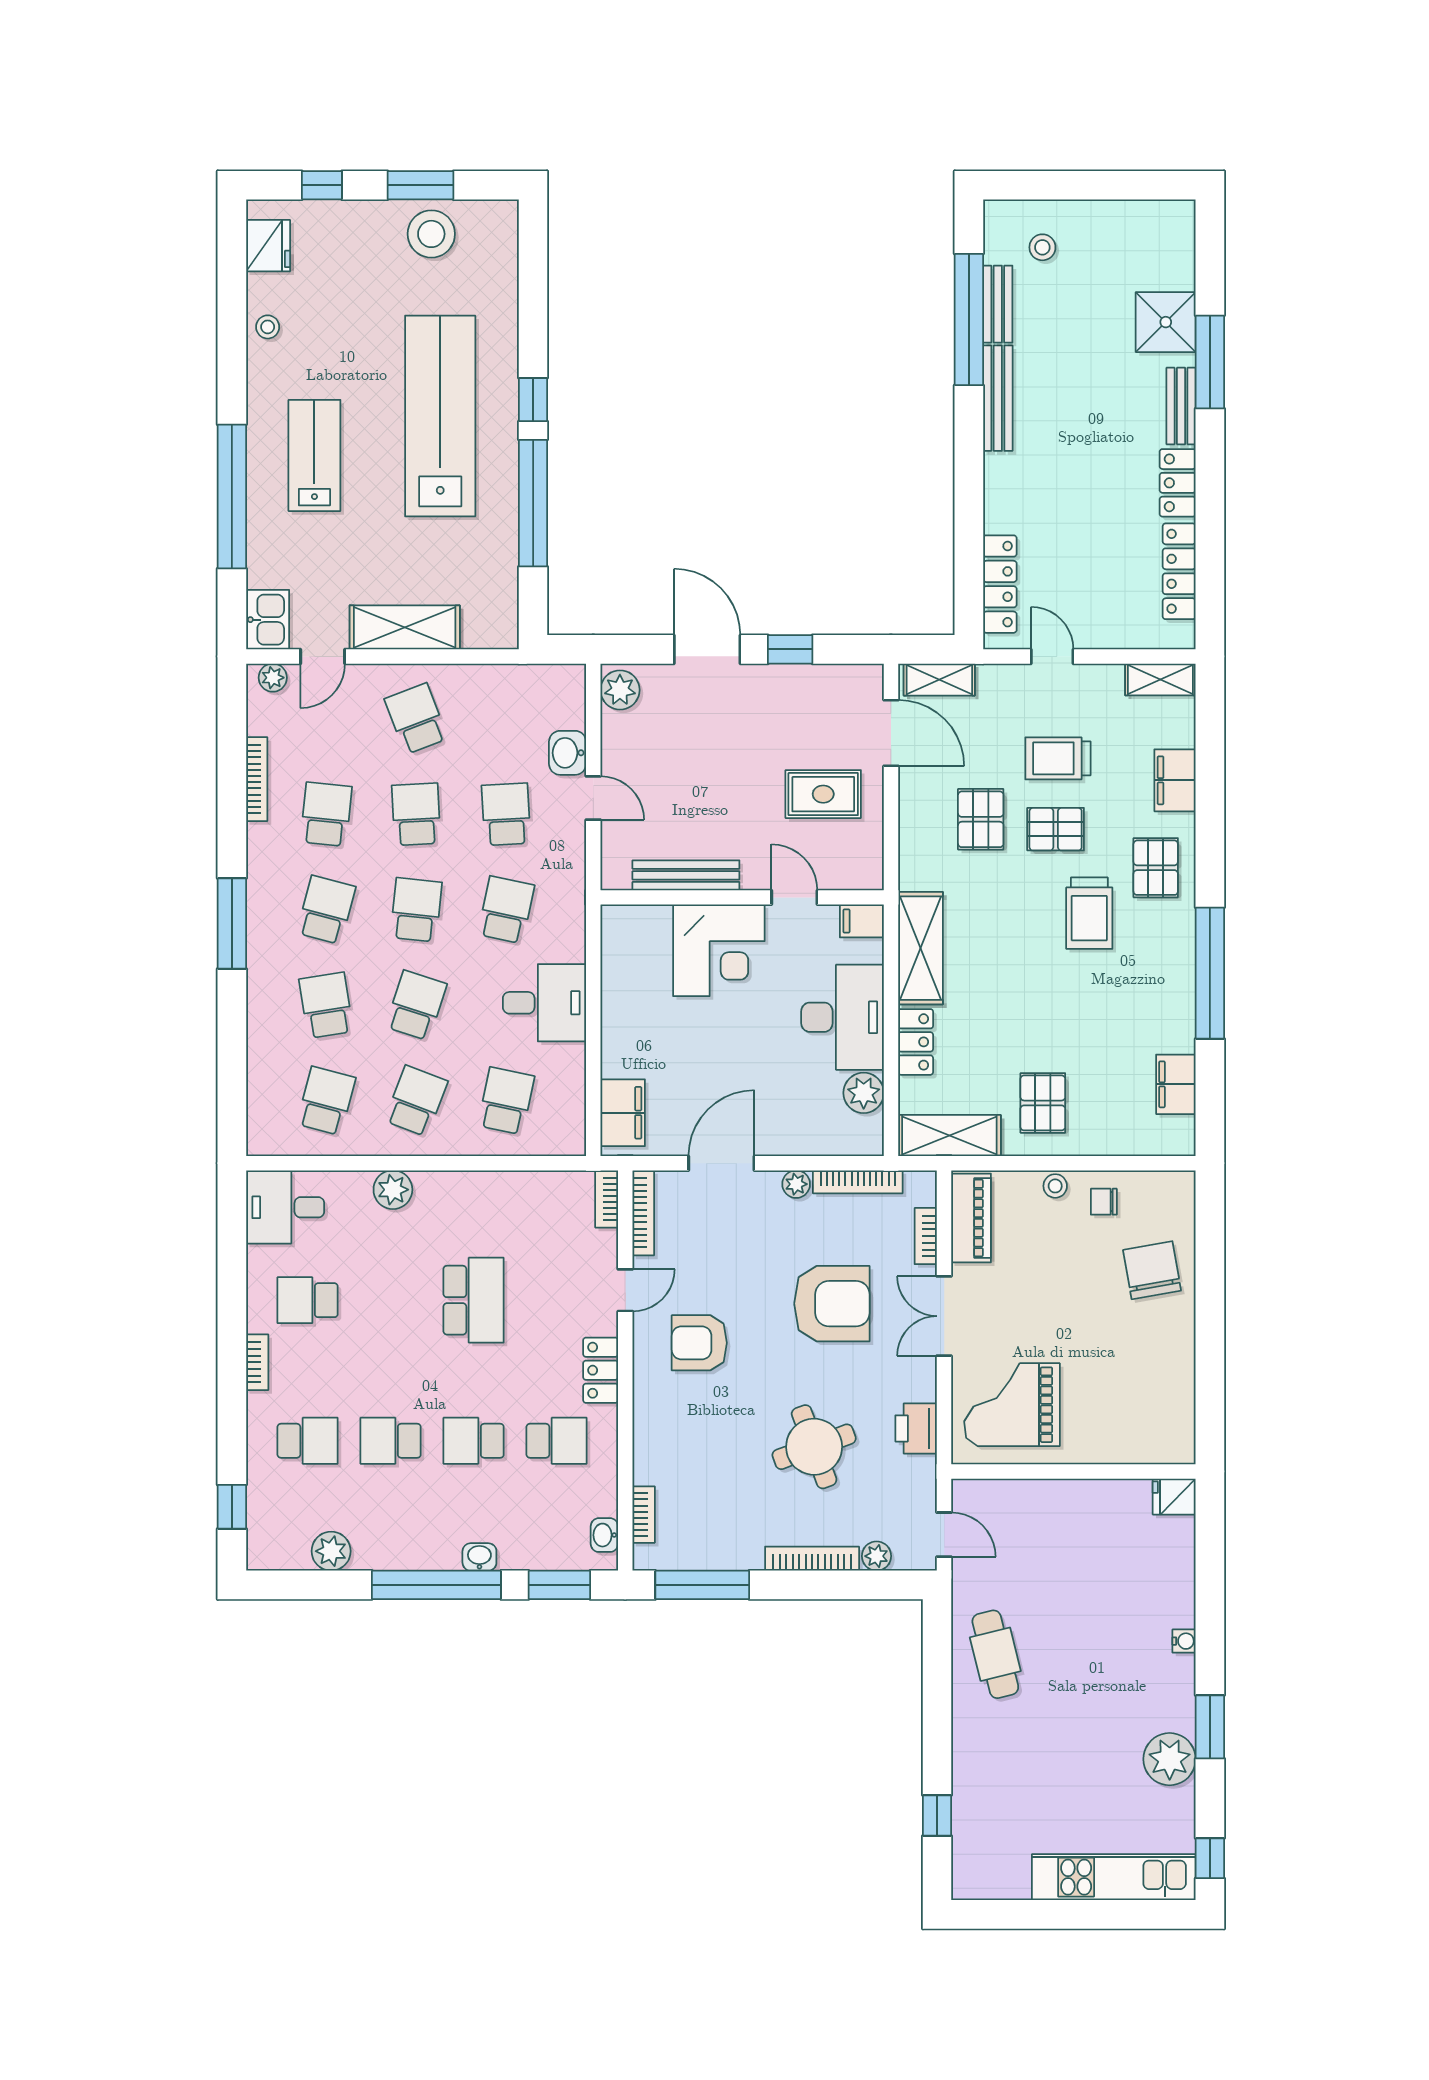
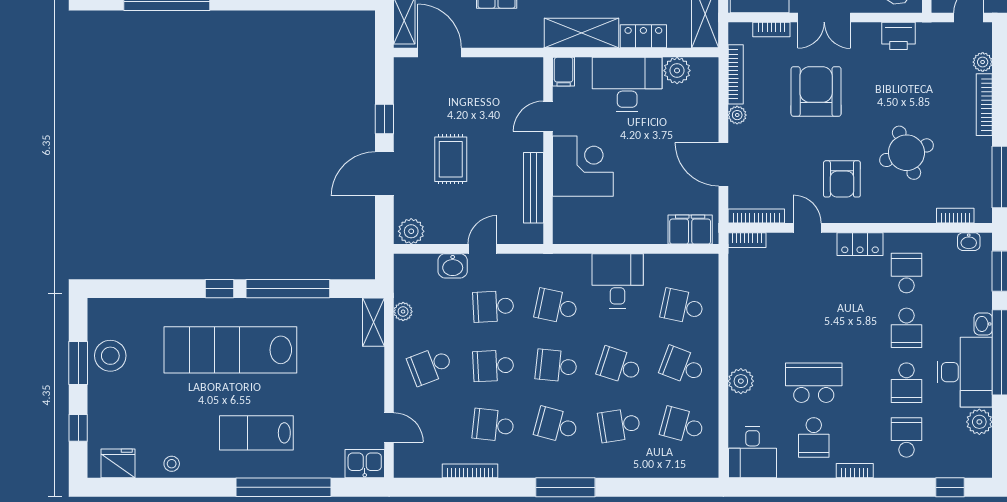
shelving: (405, 627) -> (373, 322), moved, width x0.67, depth x0.75
plant: (273, 678) -> (403, 312), moved
door: (891, 733) -> (440, 52), hinge flipped
rug: (823, 794) -> (451, 159), moved
school desk: (474, 1300) -> (814, 383), moved
round table: (814, 1447) -> (906, 153), moved
desk: (407, 1529) -> (965, 372), added

